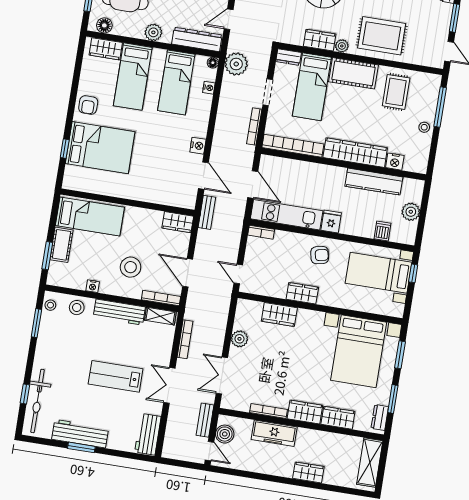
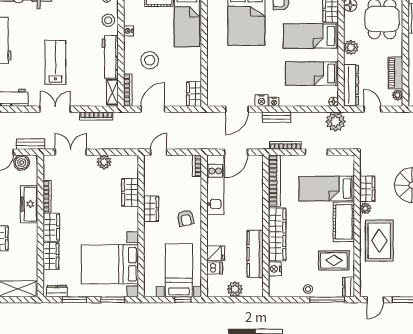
dresser: (289, 57) -> (349, 287), moved
nightstand: (209, 88) -> (274, 102), moved
bench: (207, 212) -> (277, 117), moved
fridge: (331, 222) -> (216, 253), moved

